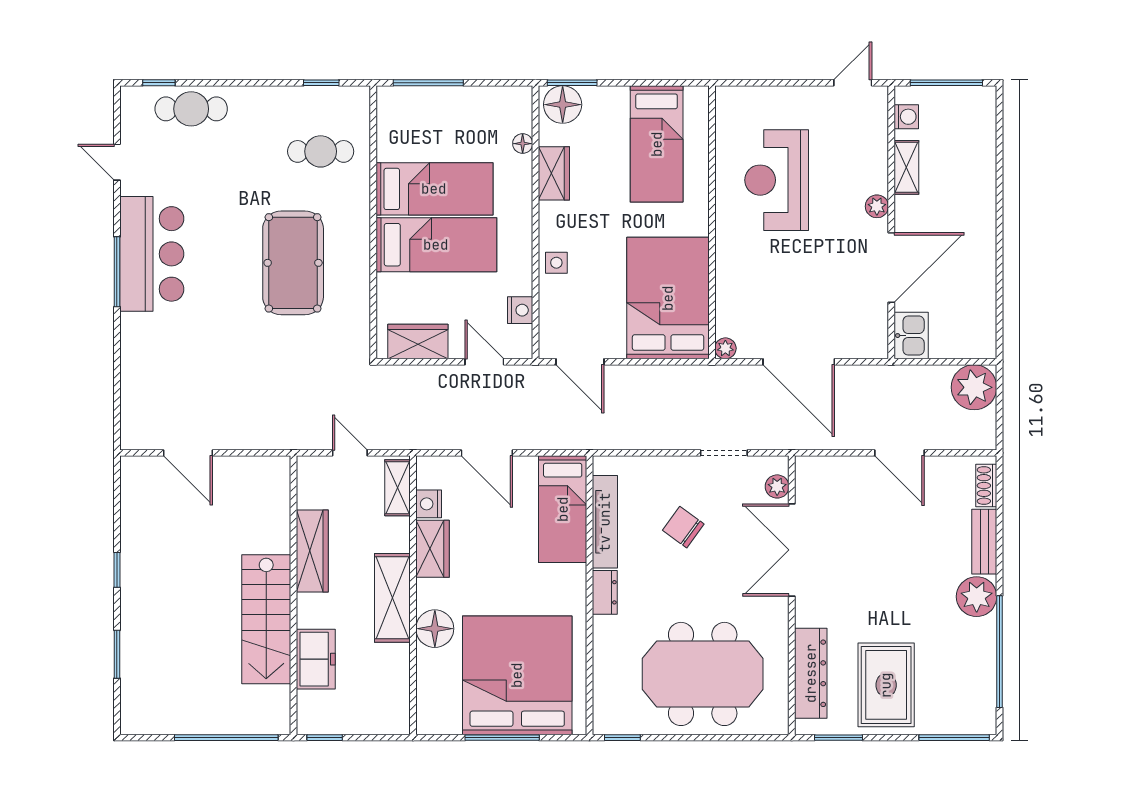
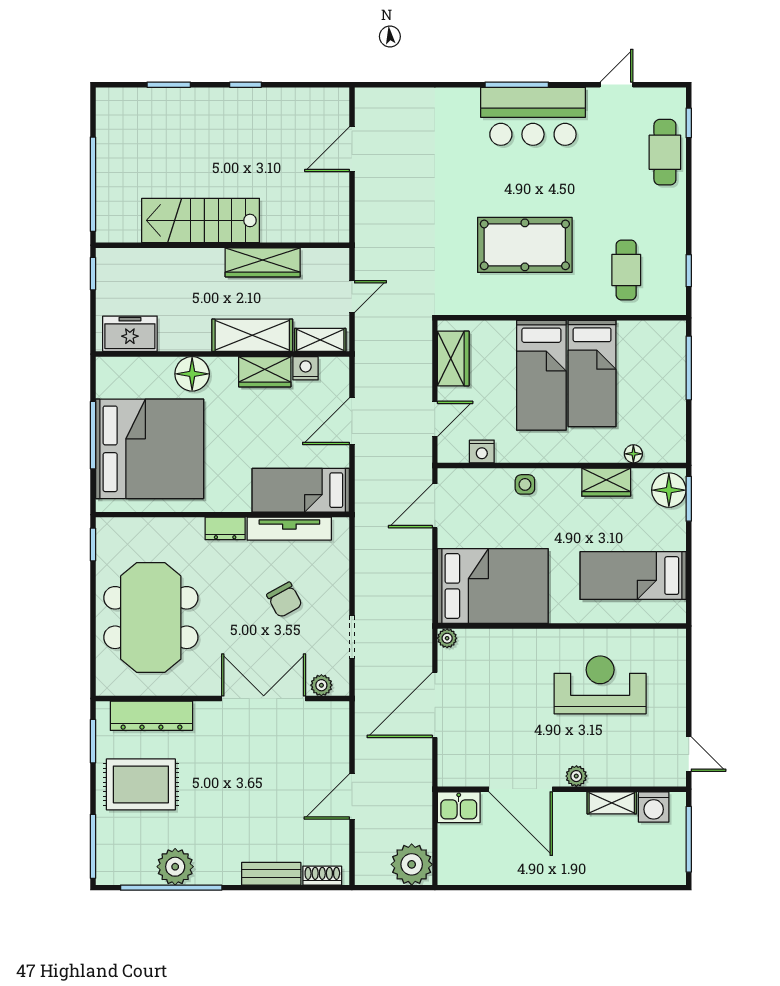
washing machine: (906, 117) -> (654, 807), width x1.38, depth x1.38
chair: (683, 527) -> (284, 600), turned 115
plant: (977, 597) -> (175, 867), moved
shelving: (392, 598) -> (252, 335), moved
freezer: (316, 659) -> (130, 334), moved, turned 180

